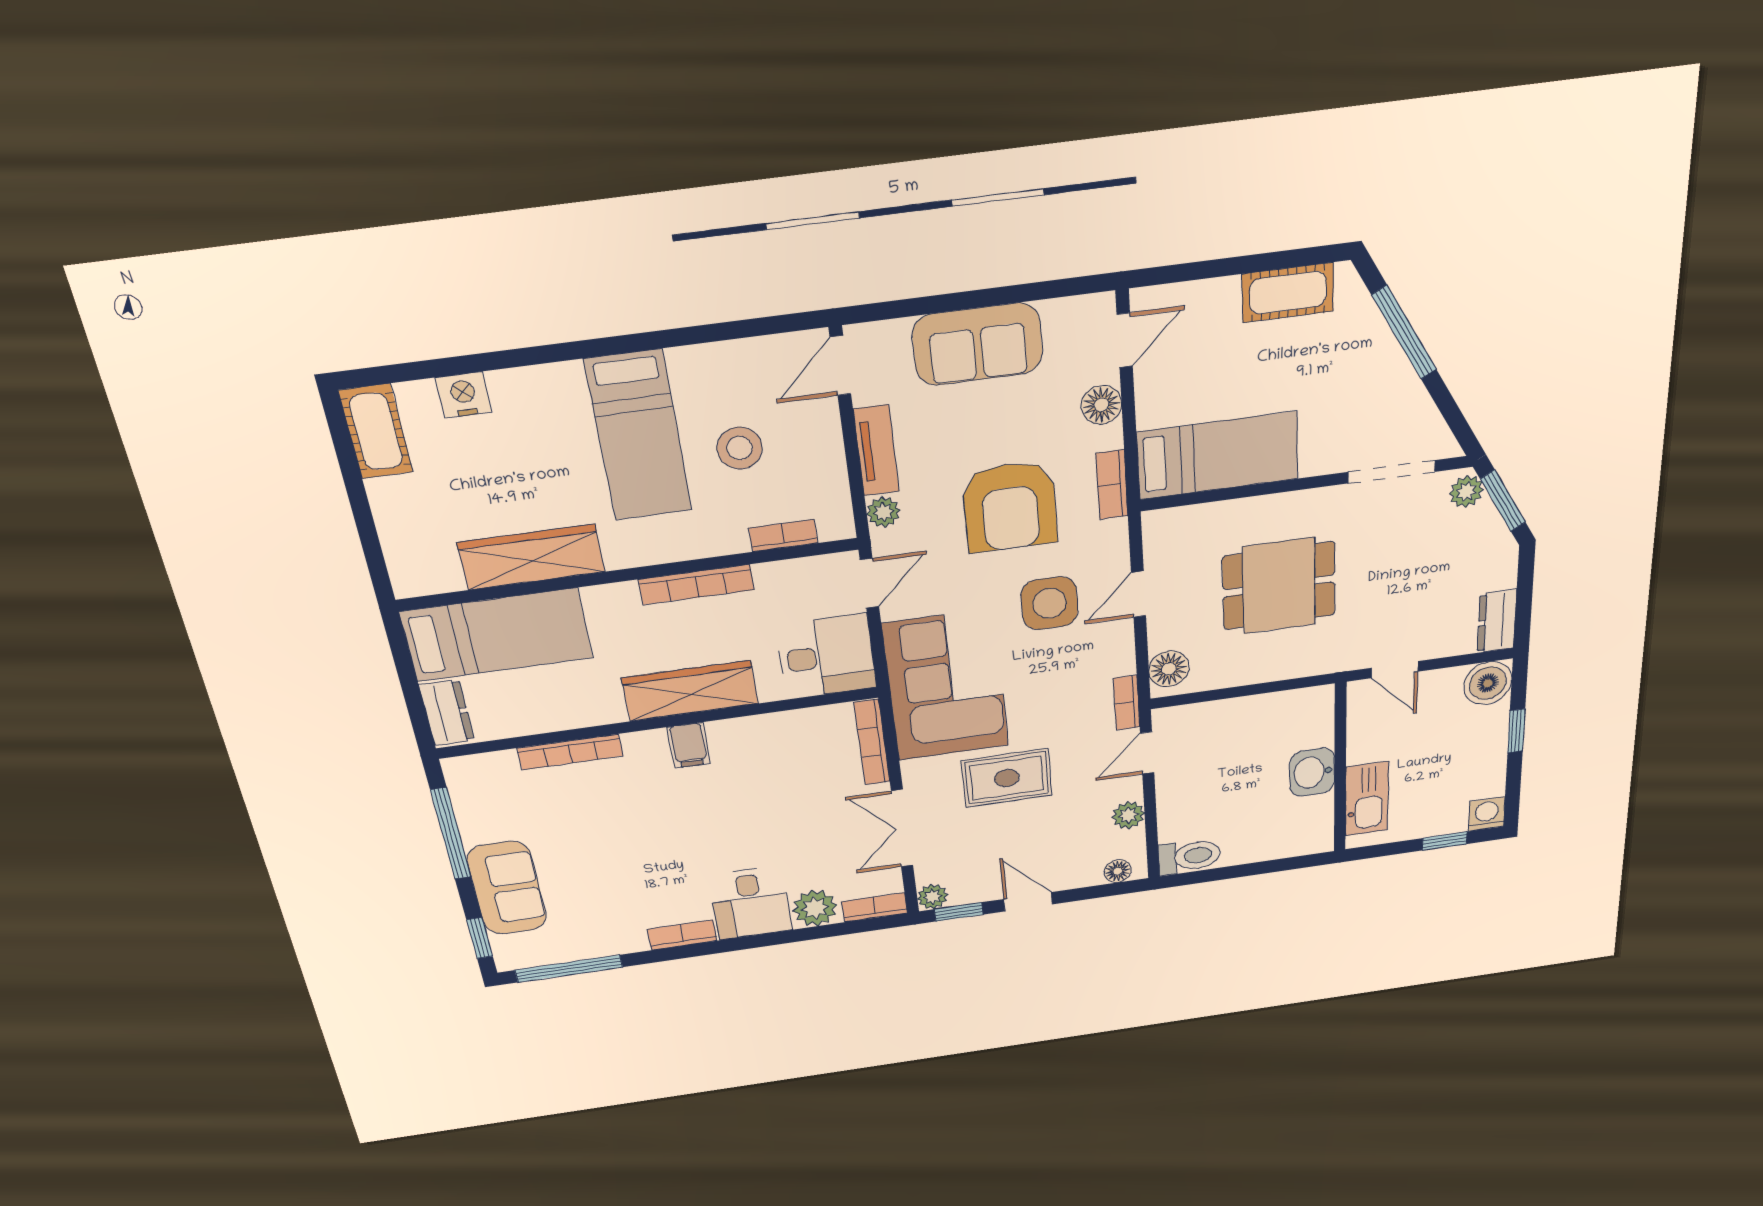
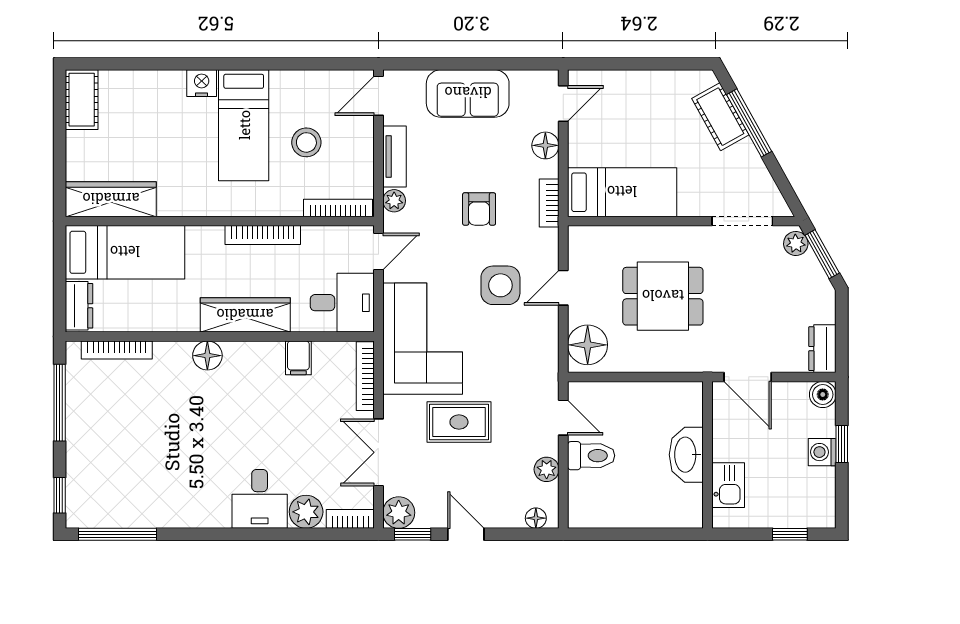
cot: (1288, 293) -> (720, 117), moved, turned 61
nightstand: (464, 395) -> (202, 83), moved
armchair: (1010, 507) -> (479, 209), width x0.53, depth x0.53
bookcase: (783, 536) -> (338, 208), width x1.56
wardrobe: (531, 557) -> (111, 199), moved
floor lamp: (1169, 669) -> (588, 345), width x1.38, depth x1.38
door: (1395, 670) -> (748, 377), width x1.38
boiler: (1488, 683) -> (823, 395), width x0.73, depth x0.73
bookcase: (1127, 703) -> (550, 373), removed
filing cabinet: (689, 745) -> (298, 358), moved
floor lamp: (646, 748) -> (207, 356), added
bookcase: (570, 752) -> (117, 350), moved
door: (1147, 753) -> (563, 418), swing flipped
washbasin: (1312, 772) -> (686, 455), width x1.38
kitchen sink: (1367, 799) -> (728, 485), width x0.73
washing machine: (1487, 814) -> (822, 452), moved, turned -90
toilet: (1189, 856) -> (591, 456), moved
sofa: (507, 888) -> (88, 455), removed
plant: (932, 897) -> (399, 513), width x1.38, depth x1.38
bookcase: (682, 935) -> (205, 519), removed

